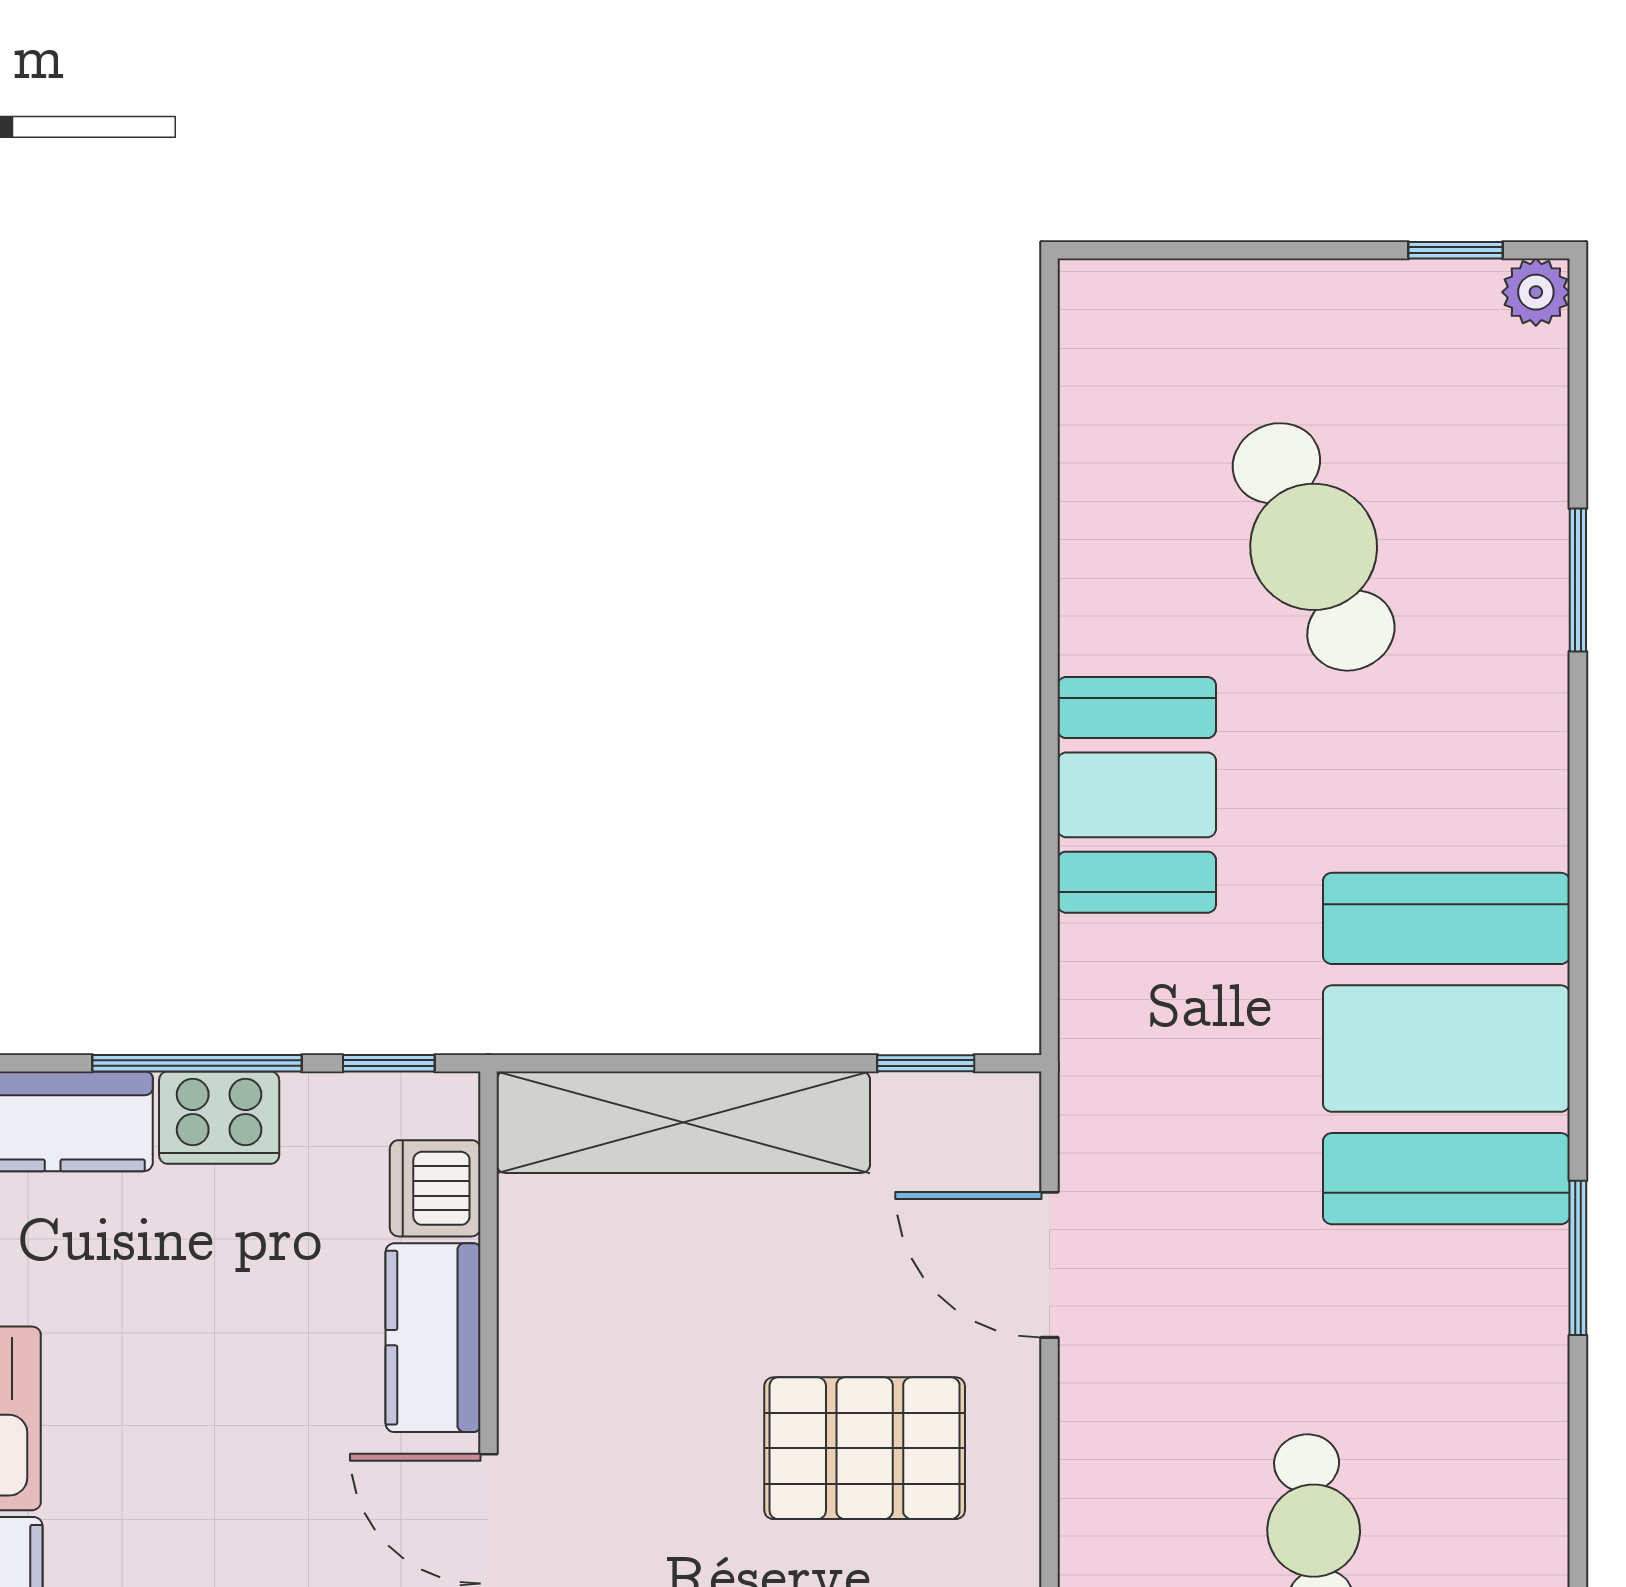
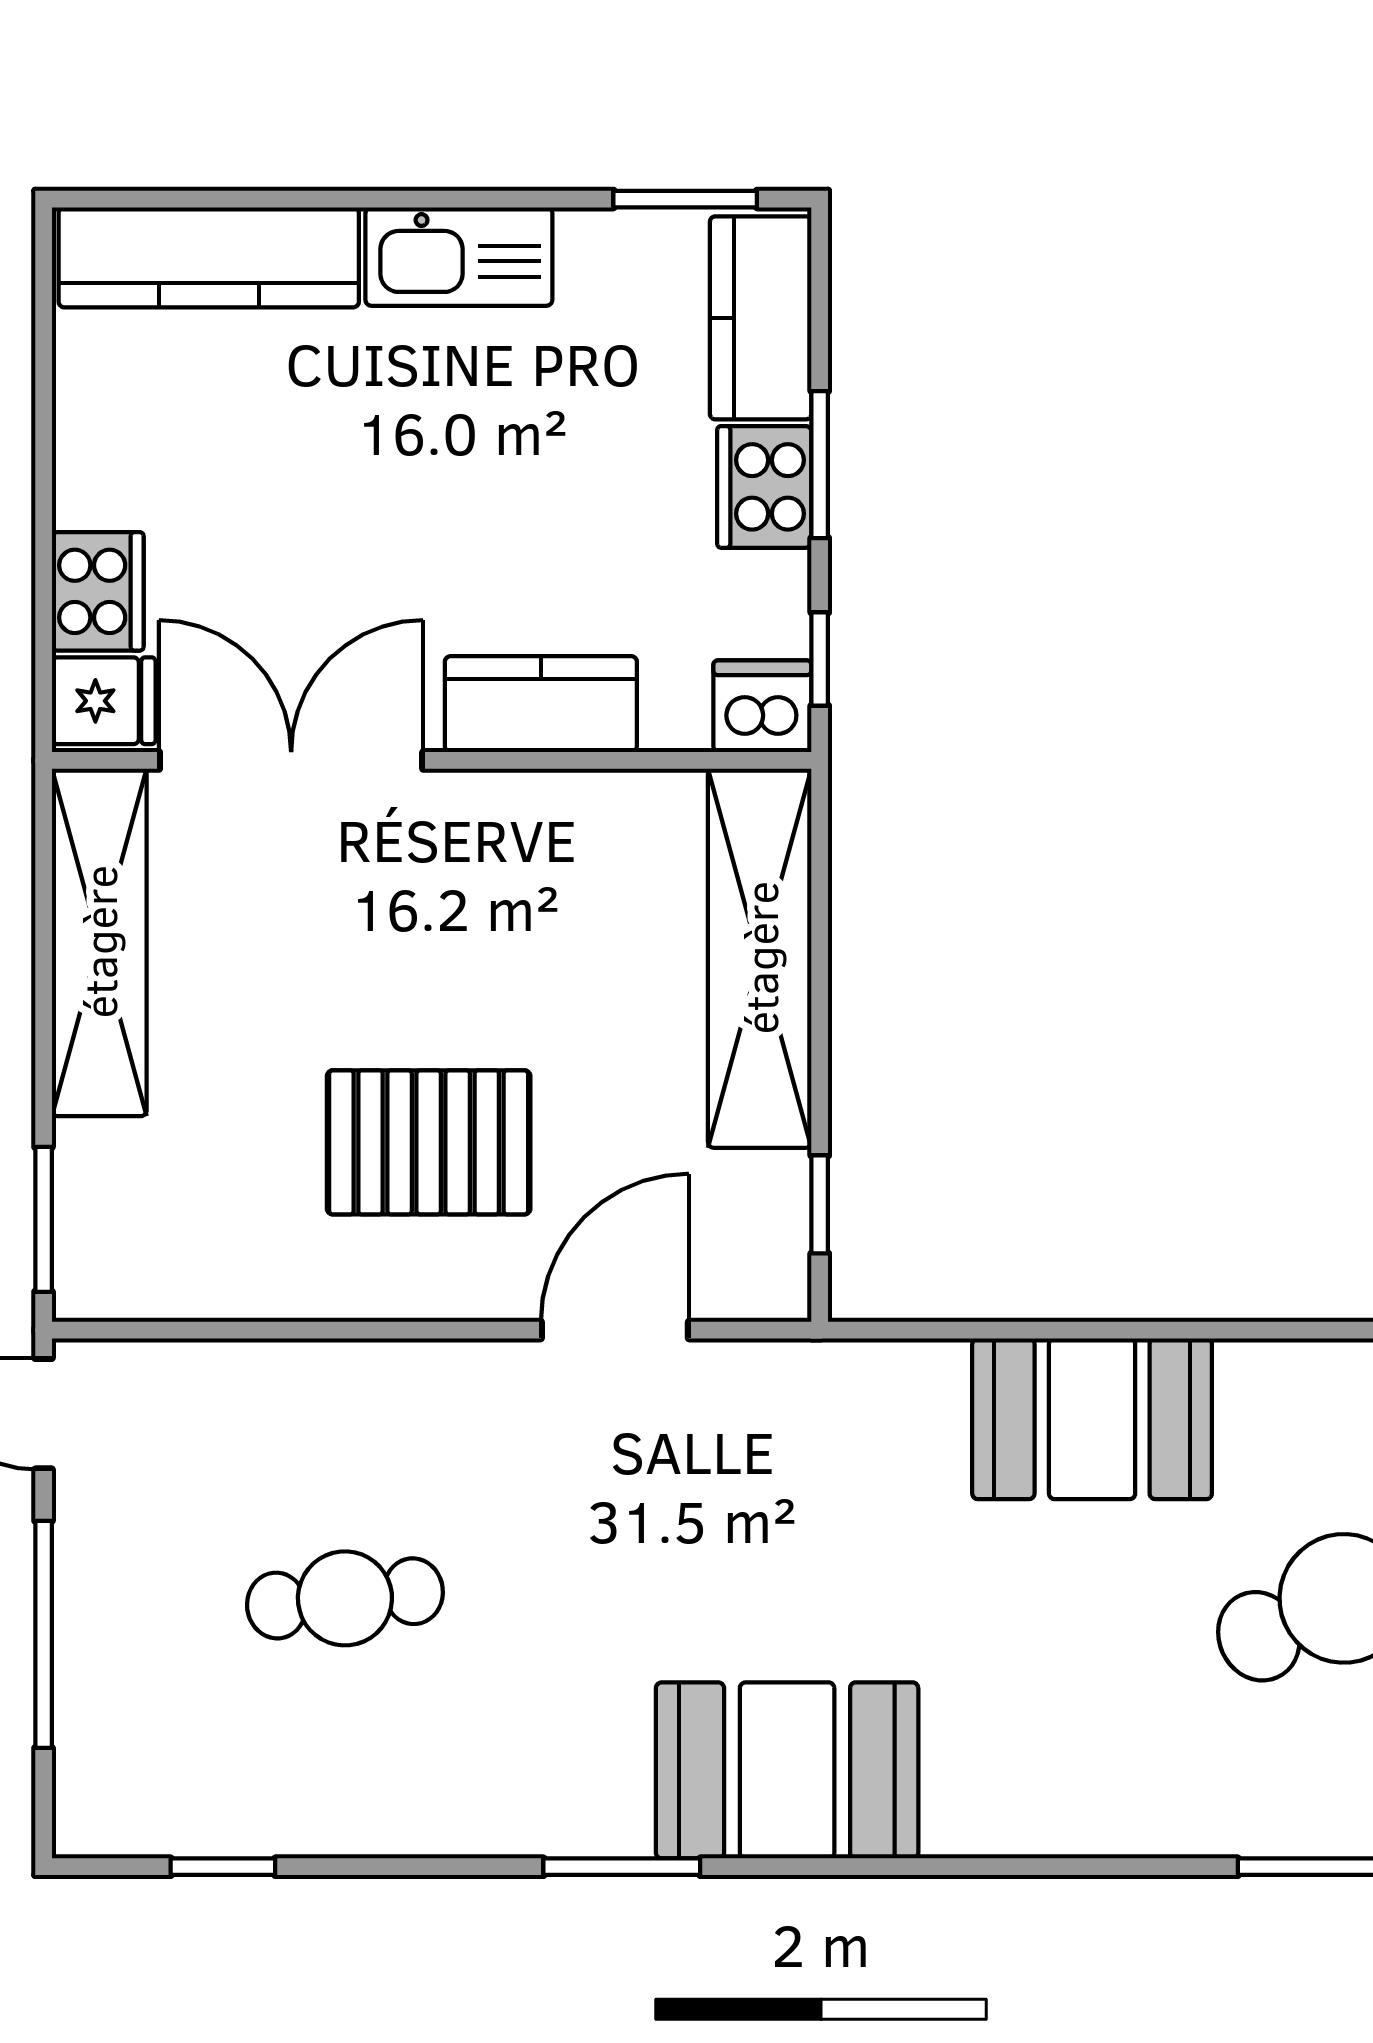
booth: (1446, 1049) -> (787, 1770), width x0.73, depth x0.70
window: (197, 1063) -> (820, 465), width x0.69
dishwasher: (435, 1188) -> (762, 706), moved
pallet: (865, 1448) -> (429, 1142), turned 90

